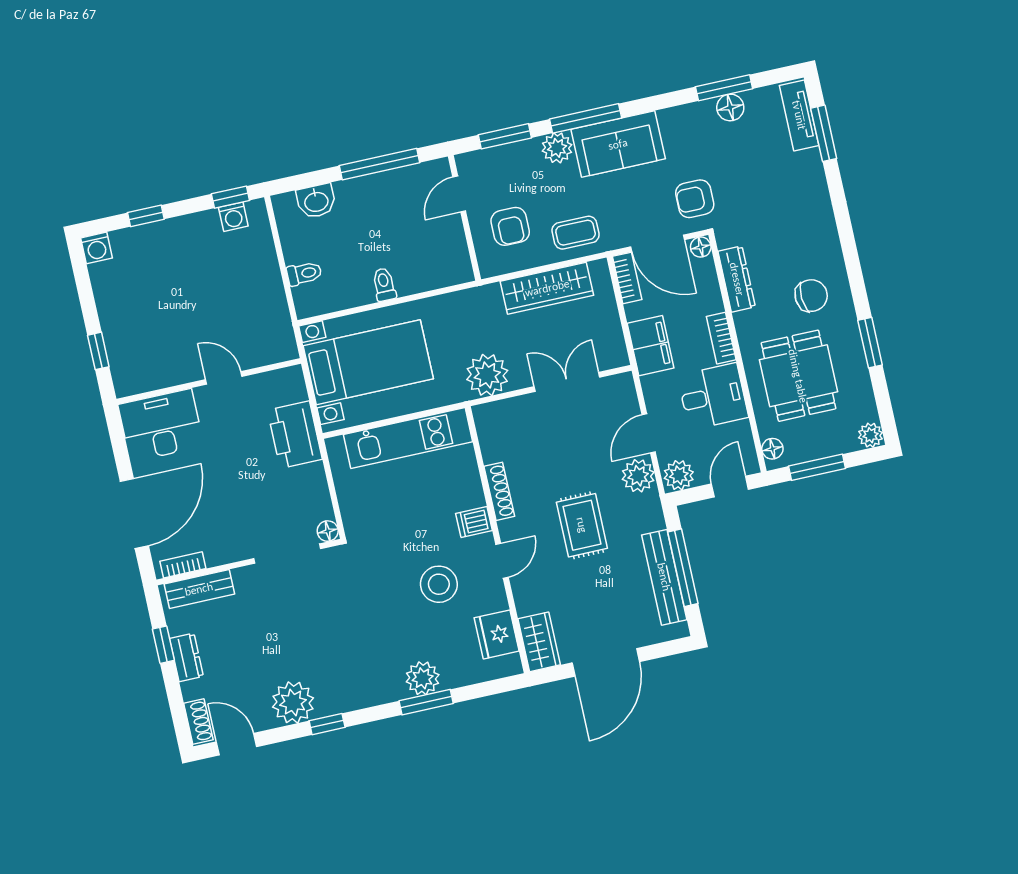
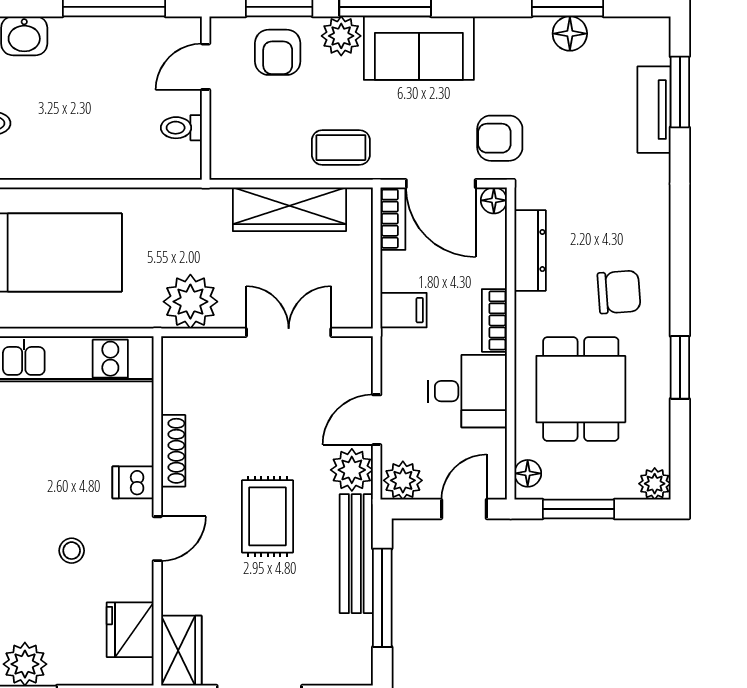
tv unit: (799, 115) -> (654, 110), moved
armchair: (510, 226) -> (278, 52), moved
toilet: (384, 285) -> (181, 128), moved, turned -90
filing cabinet: (651, 346) -> (404, 310), width x0.50
bench: (664, 577) -> (356, 554), moved
stool: (439, 584) -> (72, 551), width x0.53, depth x0.53

